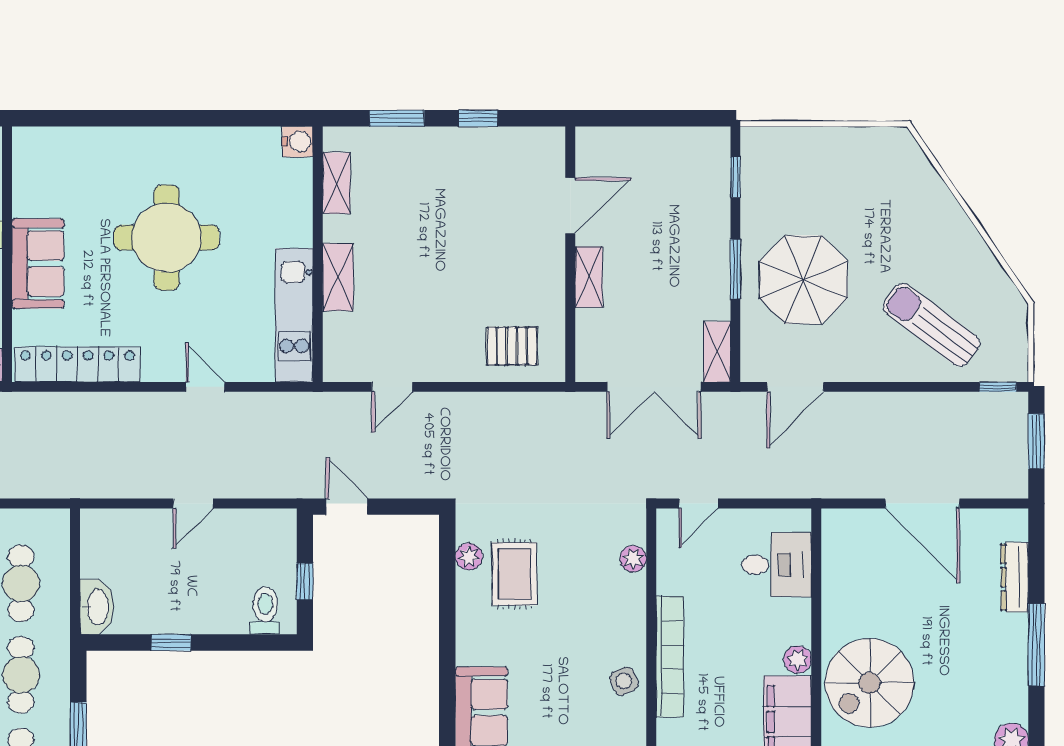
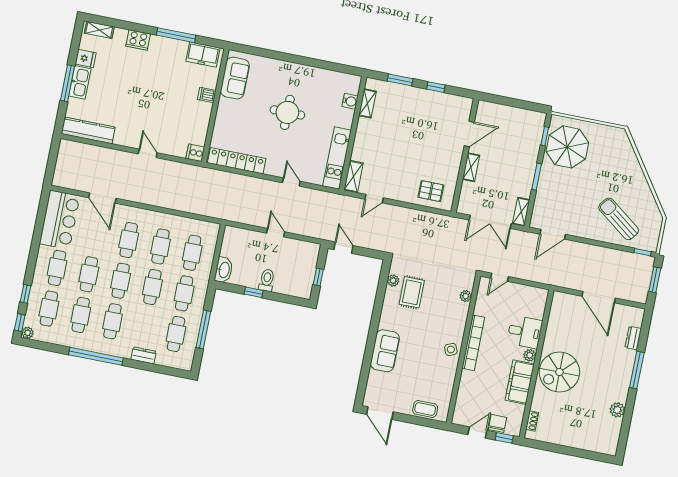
water cooler: (298, 142) -> (350, 101), moved
round table: (167, 238) -> (287, 112), width x0.73, depth x0.73
sofa: (38, 264) -> (235, 78), moved
shelving: (338, 277) -> (354, 177), moved
parasol: (803, 280) -> (567, 147), moved
door: (193, 503) -> (276, 233), swing flipped
desk: (777, 565) -> (525, 332), moved
dresser: (1015, 577) -> (633, 338), width x0.70
toilet: (265, 611) -> (267, 280), moved

